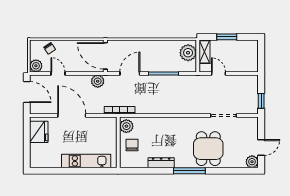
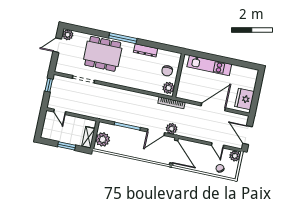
door: (218, 73) -> (60, 112), moved
plant: (98, 81) -> (172, 129), moved
door: (72, 116) -> (213, 107), swing flipped
dining table: (208, 149) -> (103, 54), width x1.38

